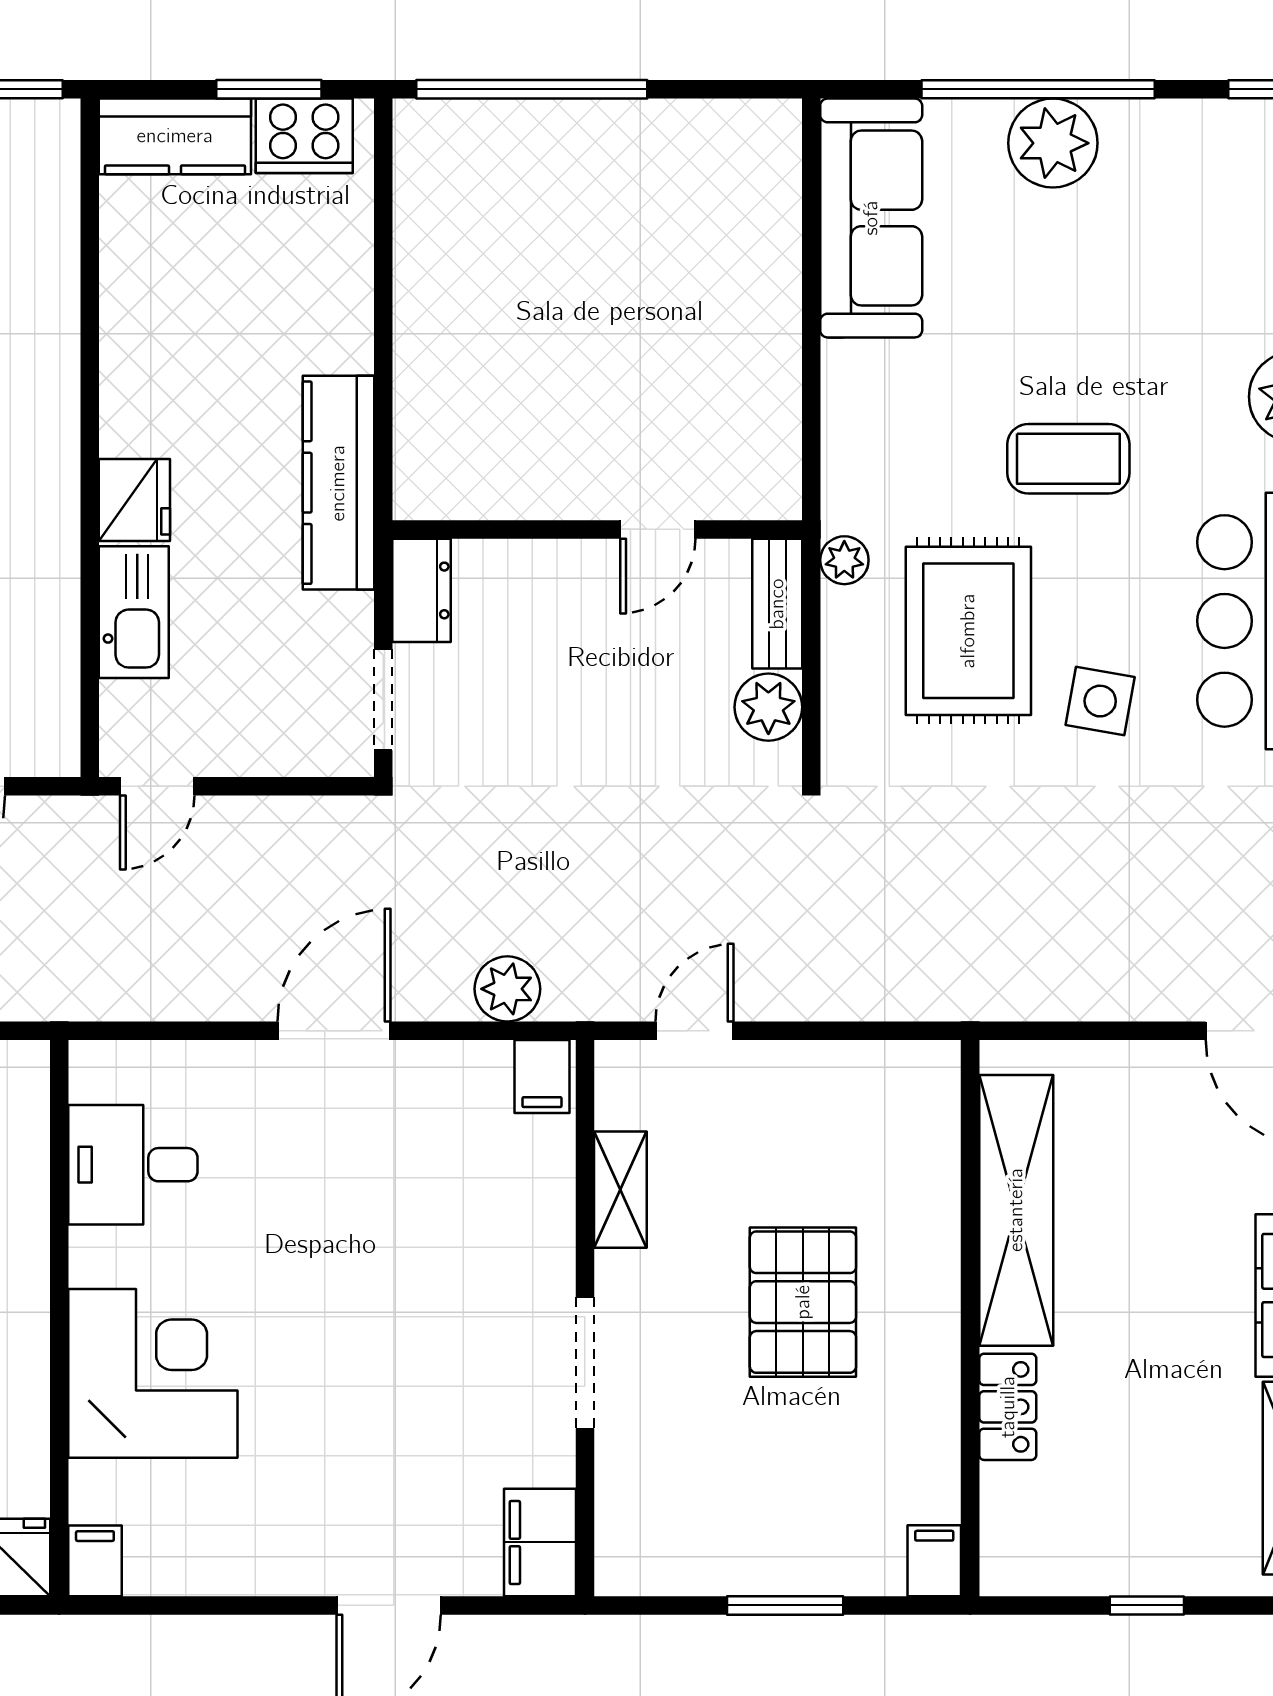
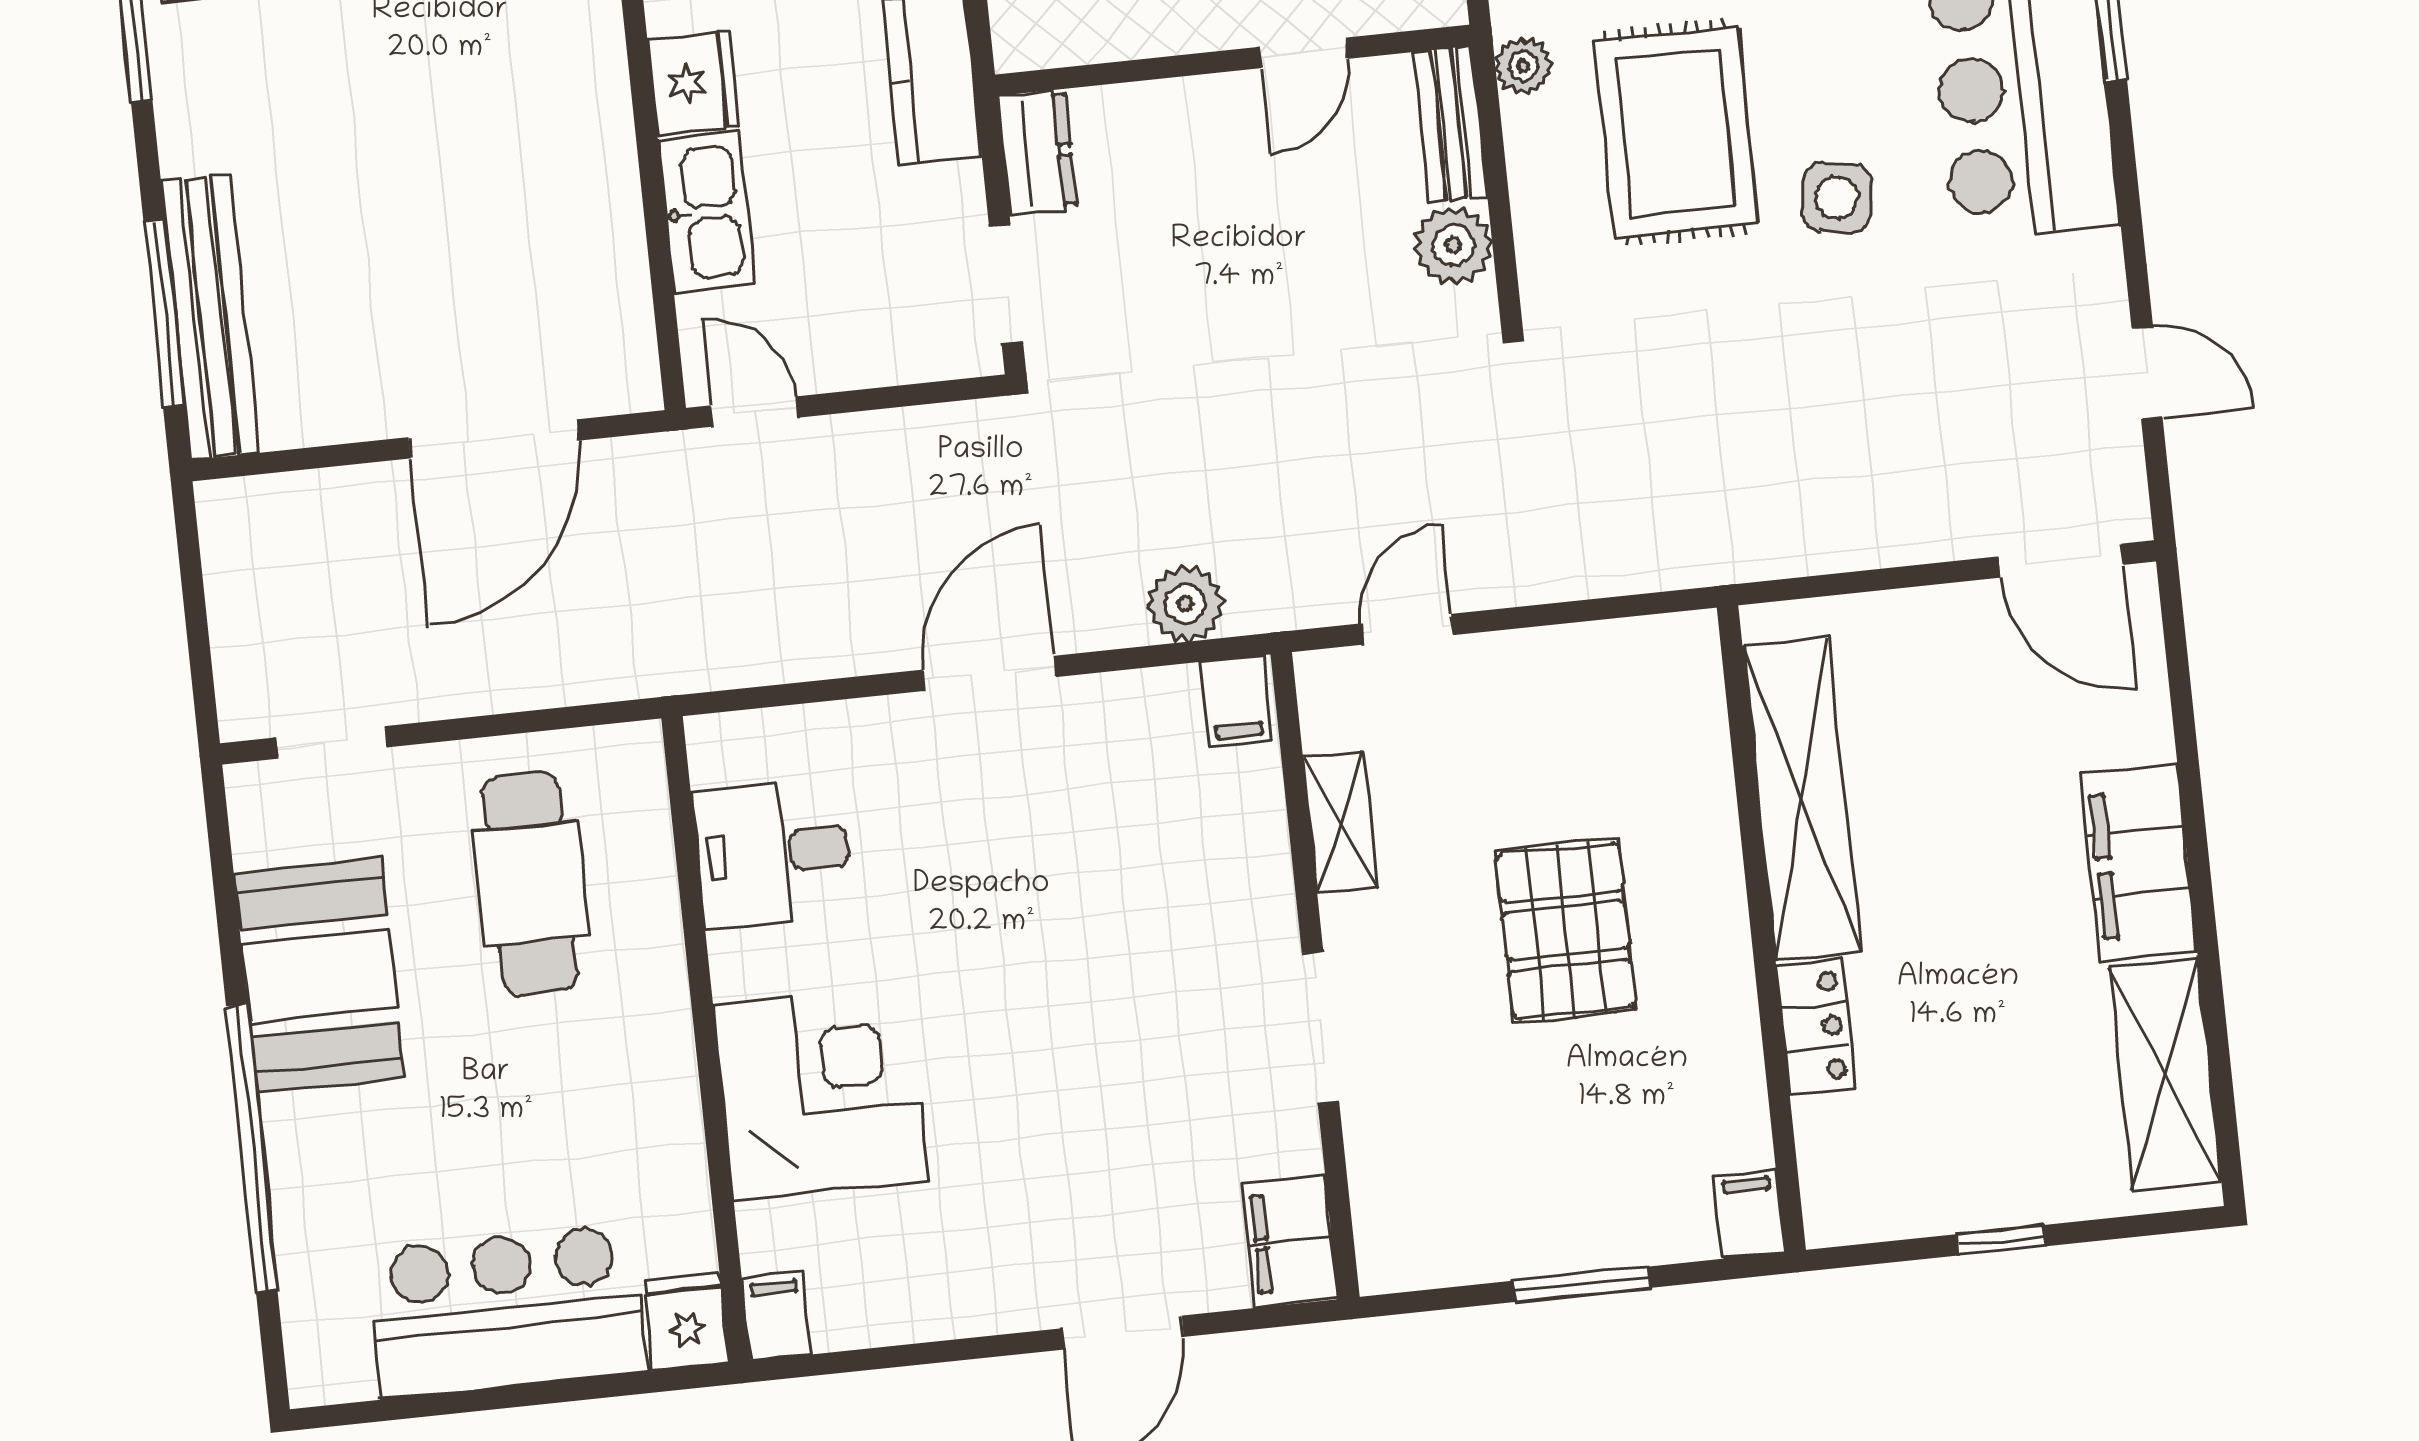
door: (157, 786) -> (755, 411), swing flipped

